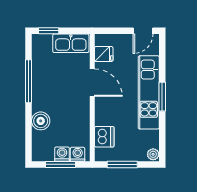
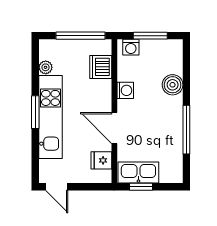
window: (49, 31) -> (141, 187), moved
door: (143, 31) -> (57, 187), swing flipped
washing machine: (62, 154) -> (125, 90), moved, turned -90
plant: (153, 154) -> (46, 67), moved
window: (122, 164) -> (80, 36), width x1.44

